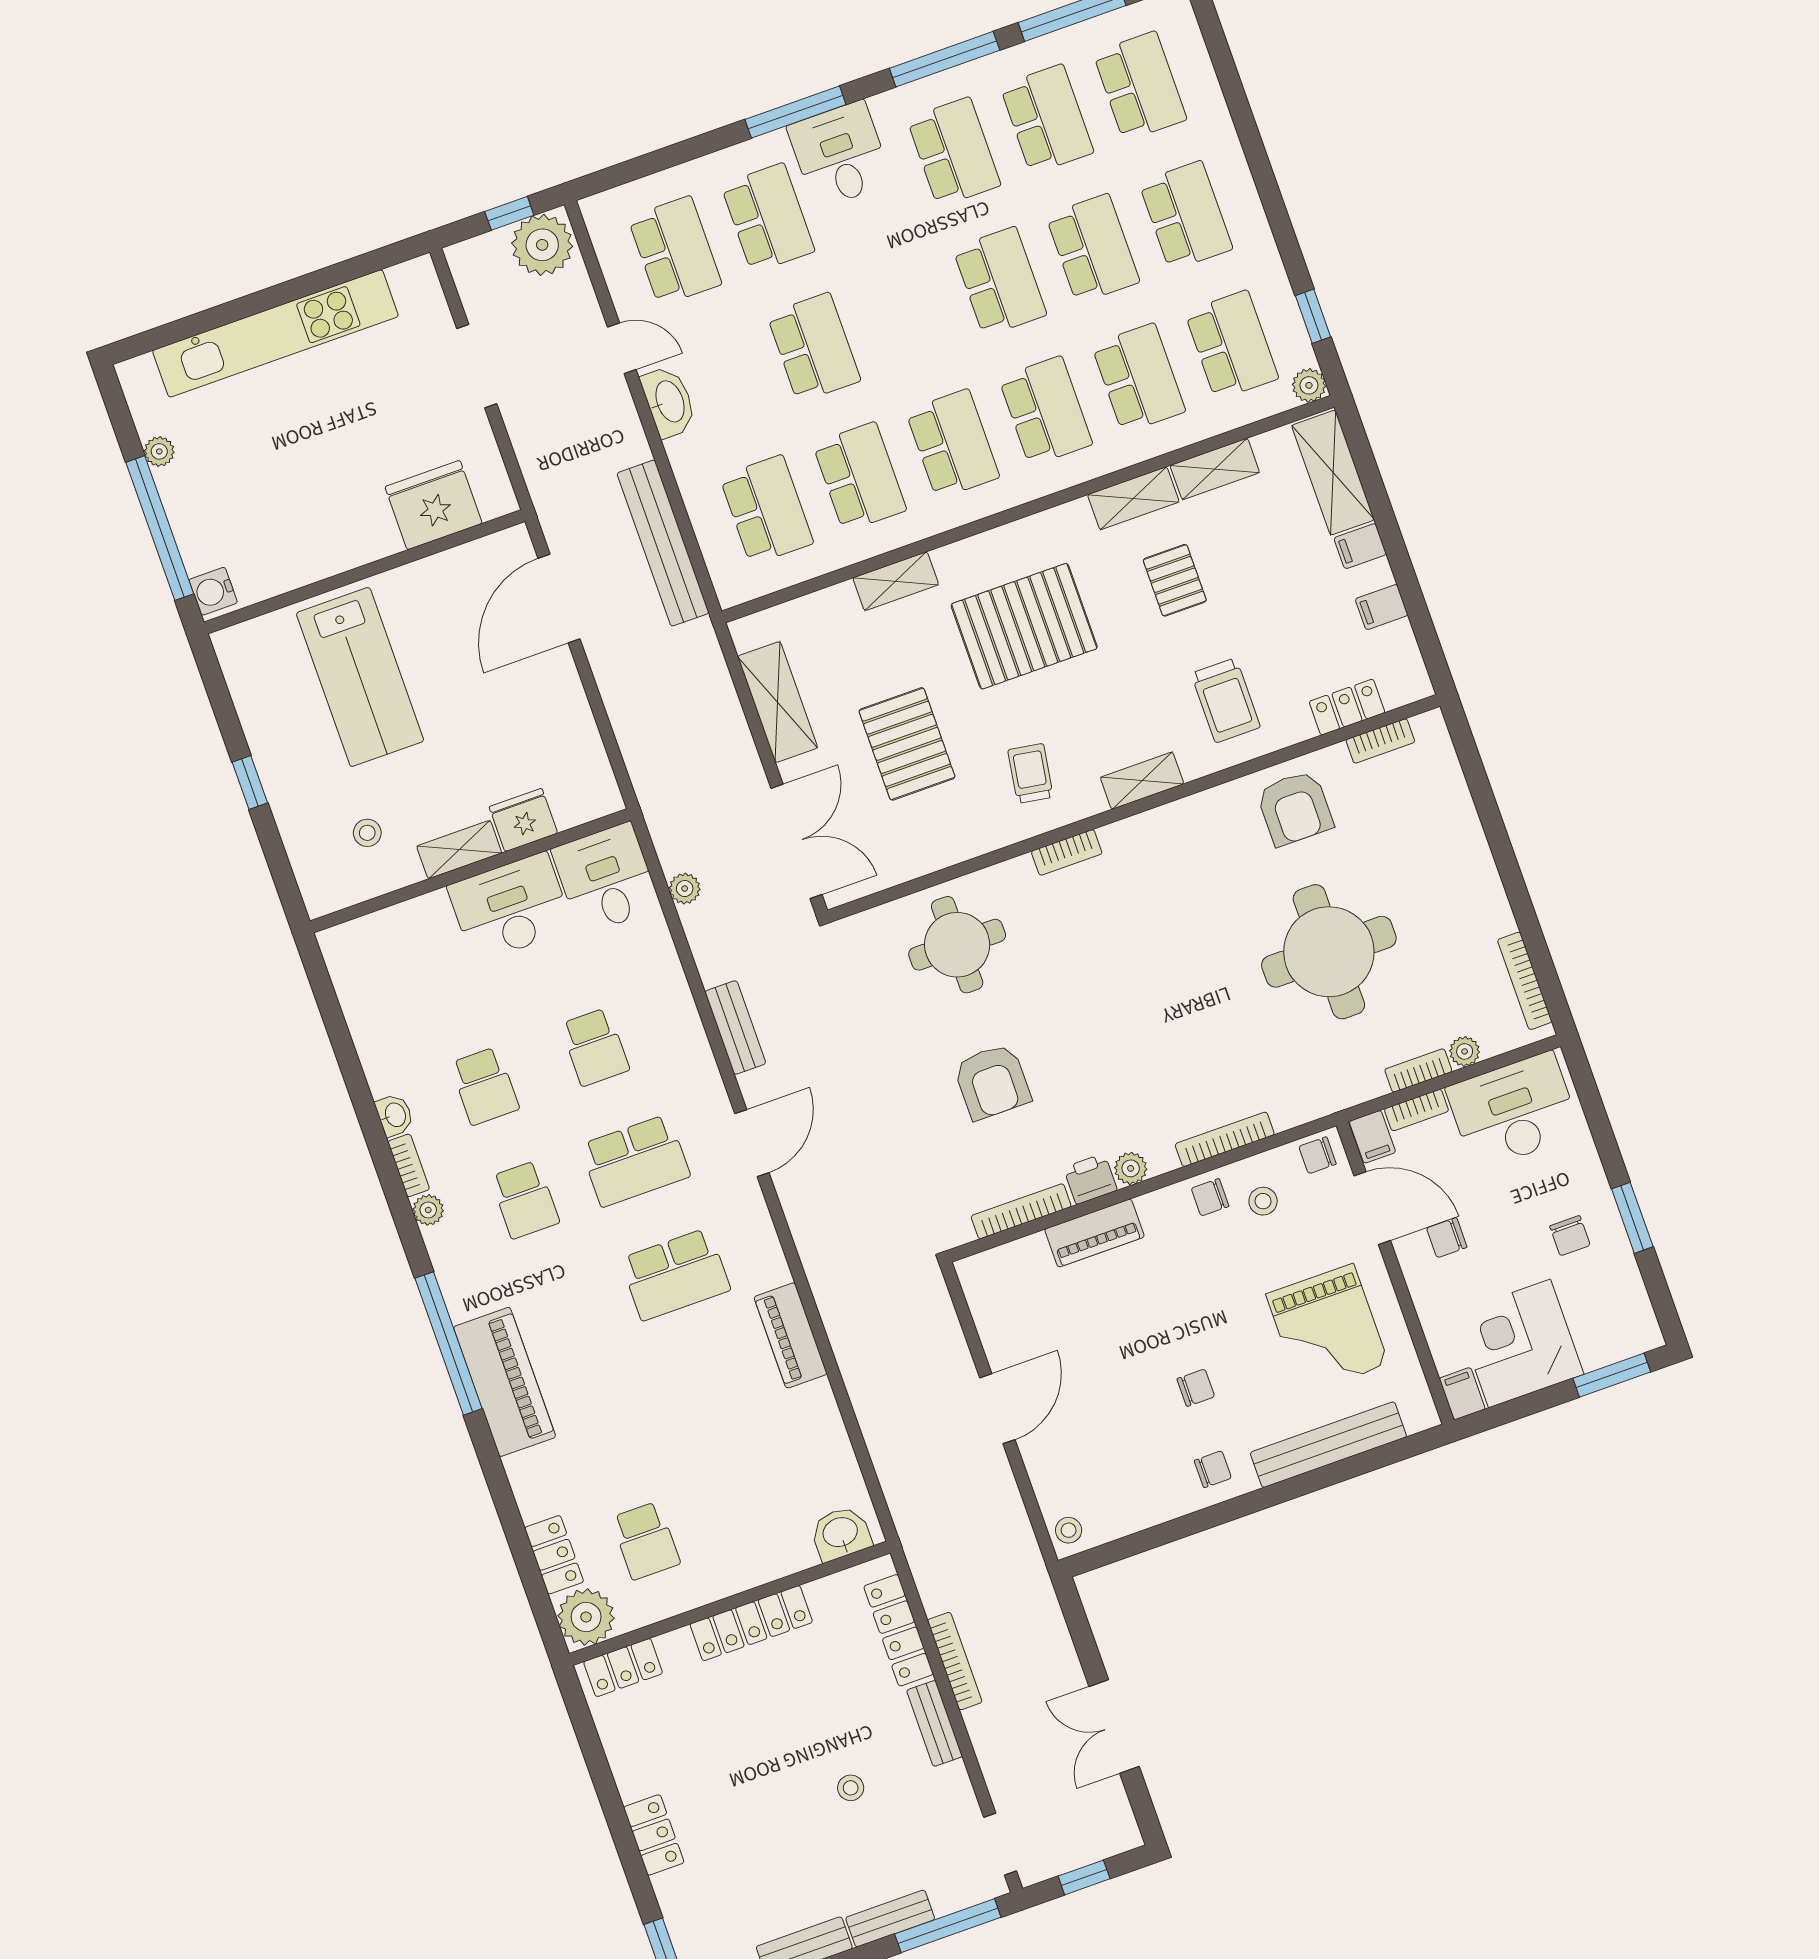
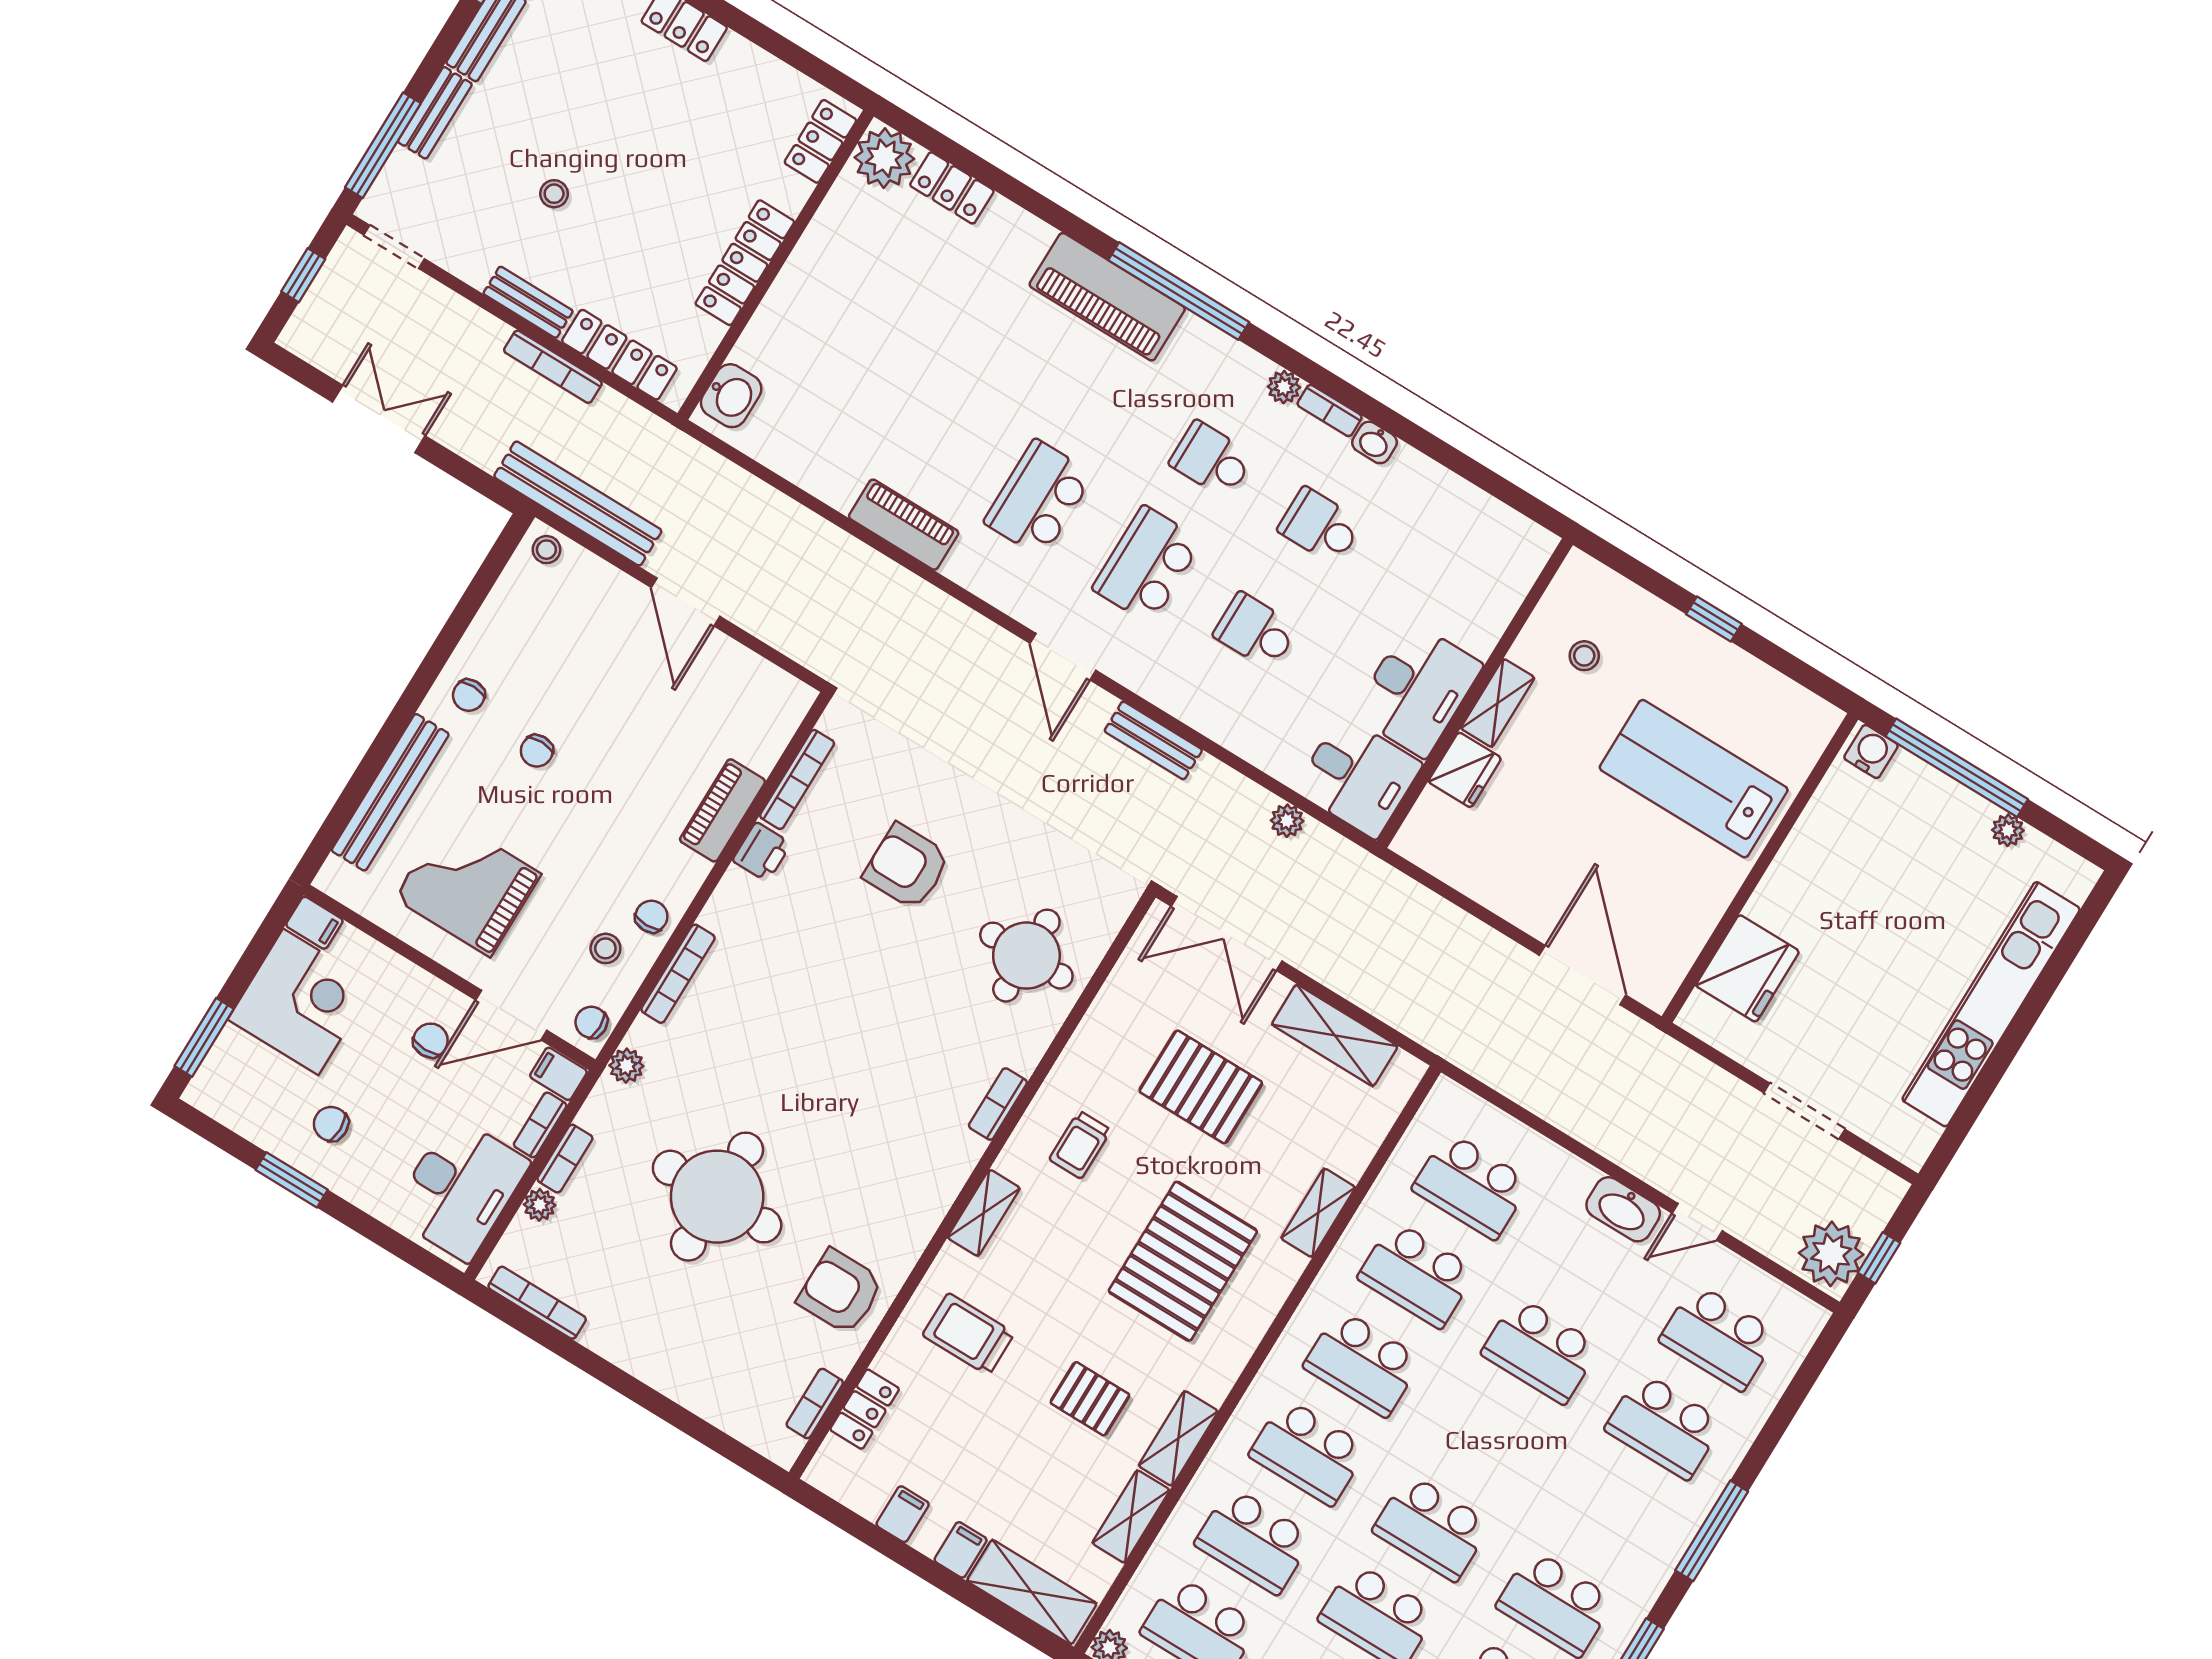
desk: (840, 155) -> (1647, 1525), removed
bench: (663, 543) -> (578, 503), moved
trolley: (1030, 773) -> (1080, 1145), turned 81
chair: (1318, 1155) -> (591, 1022), turned -90
plant: (1131, 1168) -> (626, 1066), moved
school desk: (646, 1541) -> (886, 260), removed

